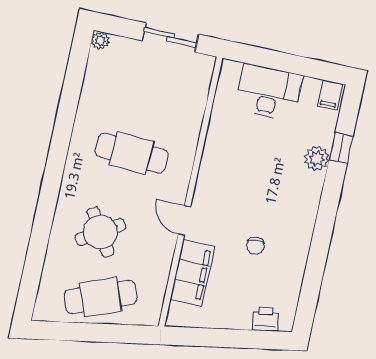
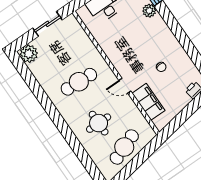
plant: (100, 41) -> (29, 54), width x1.88, depth x1.88
round table: (100, 232) -> (99, 123), turned 32

